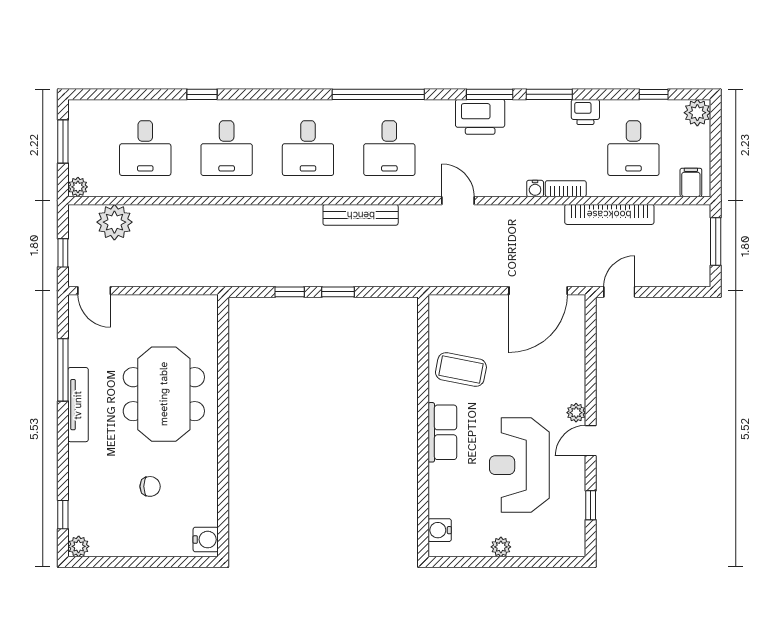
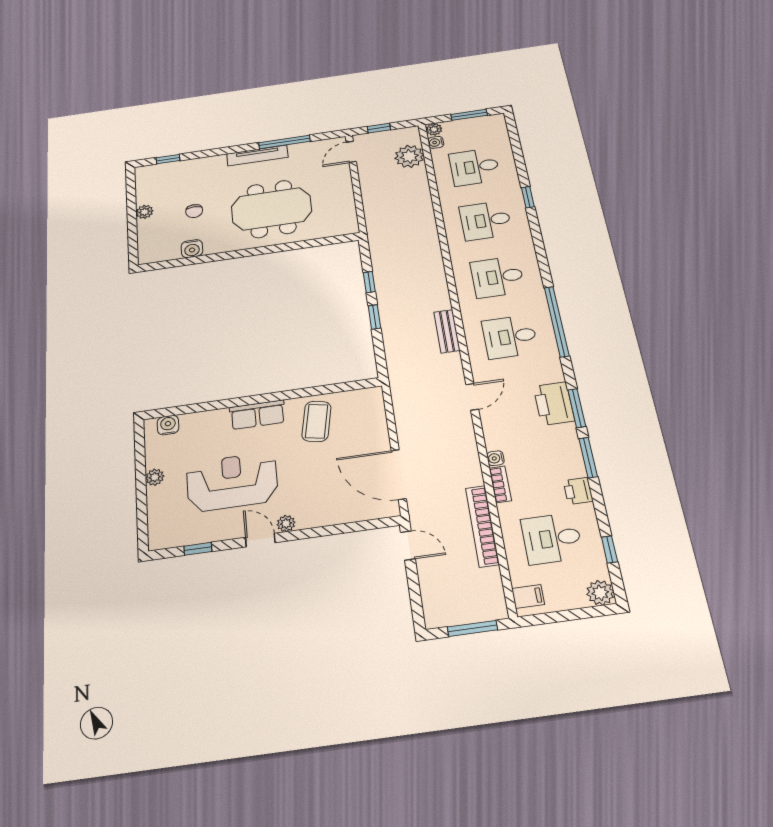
water cooler: (99, 188) -> (436, 142), added
bench: (361, 215) -> (447, 331), width x0.73
water cooler: (206, 540) -> (192, 249), moved
plant: (79, 546) -> (145, 212), moved

